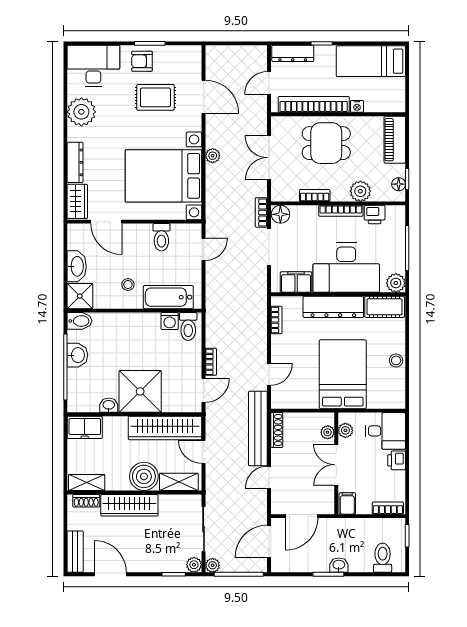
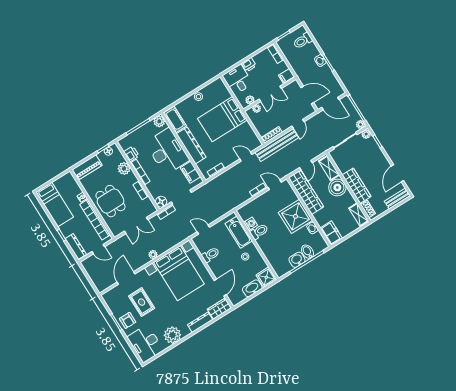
bidet: (79, 321) -> (307, 252), moved
toilet: (188, 327) -> (259, 232), moved
door: (269, 477) -> (298, 124), hinge flipped

